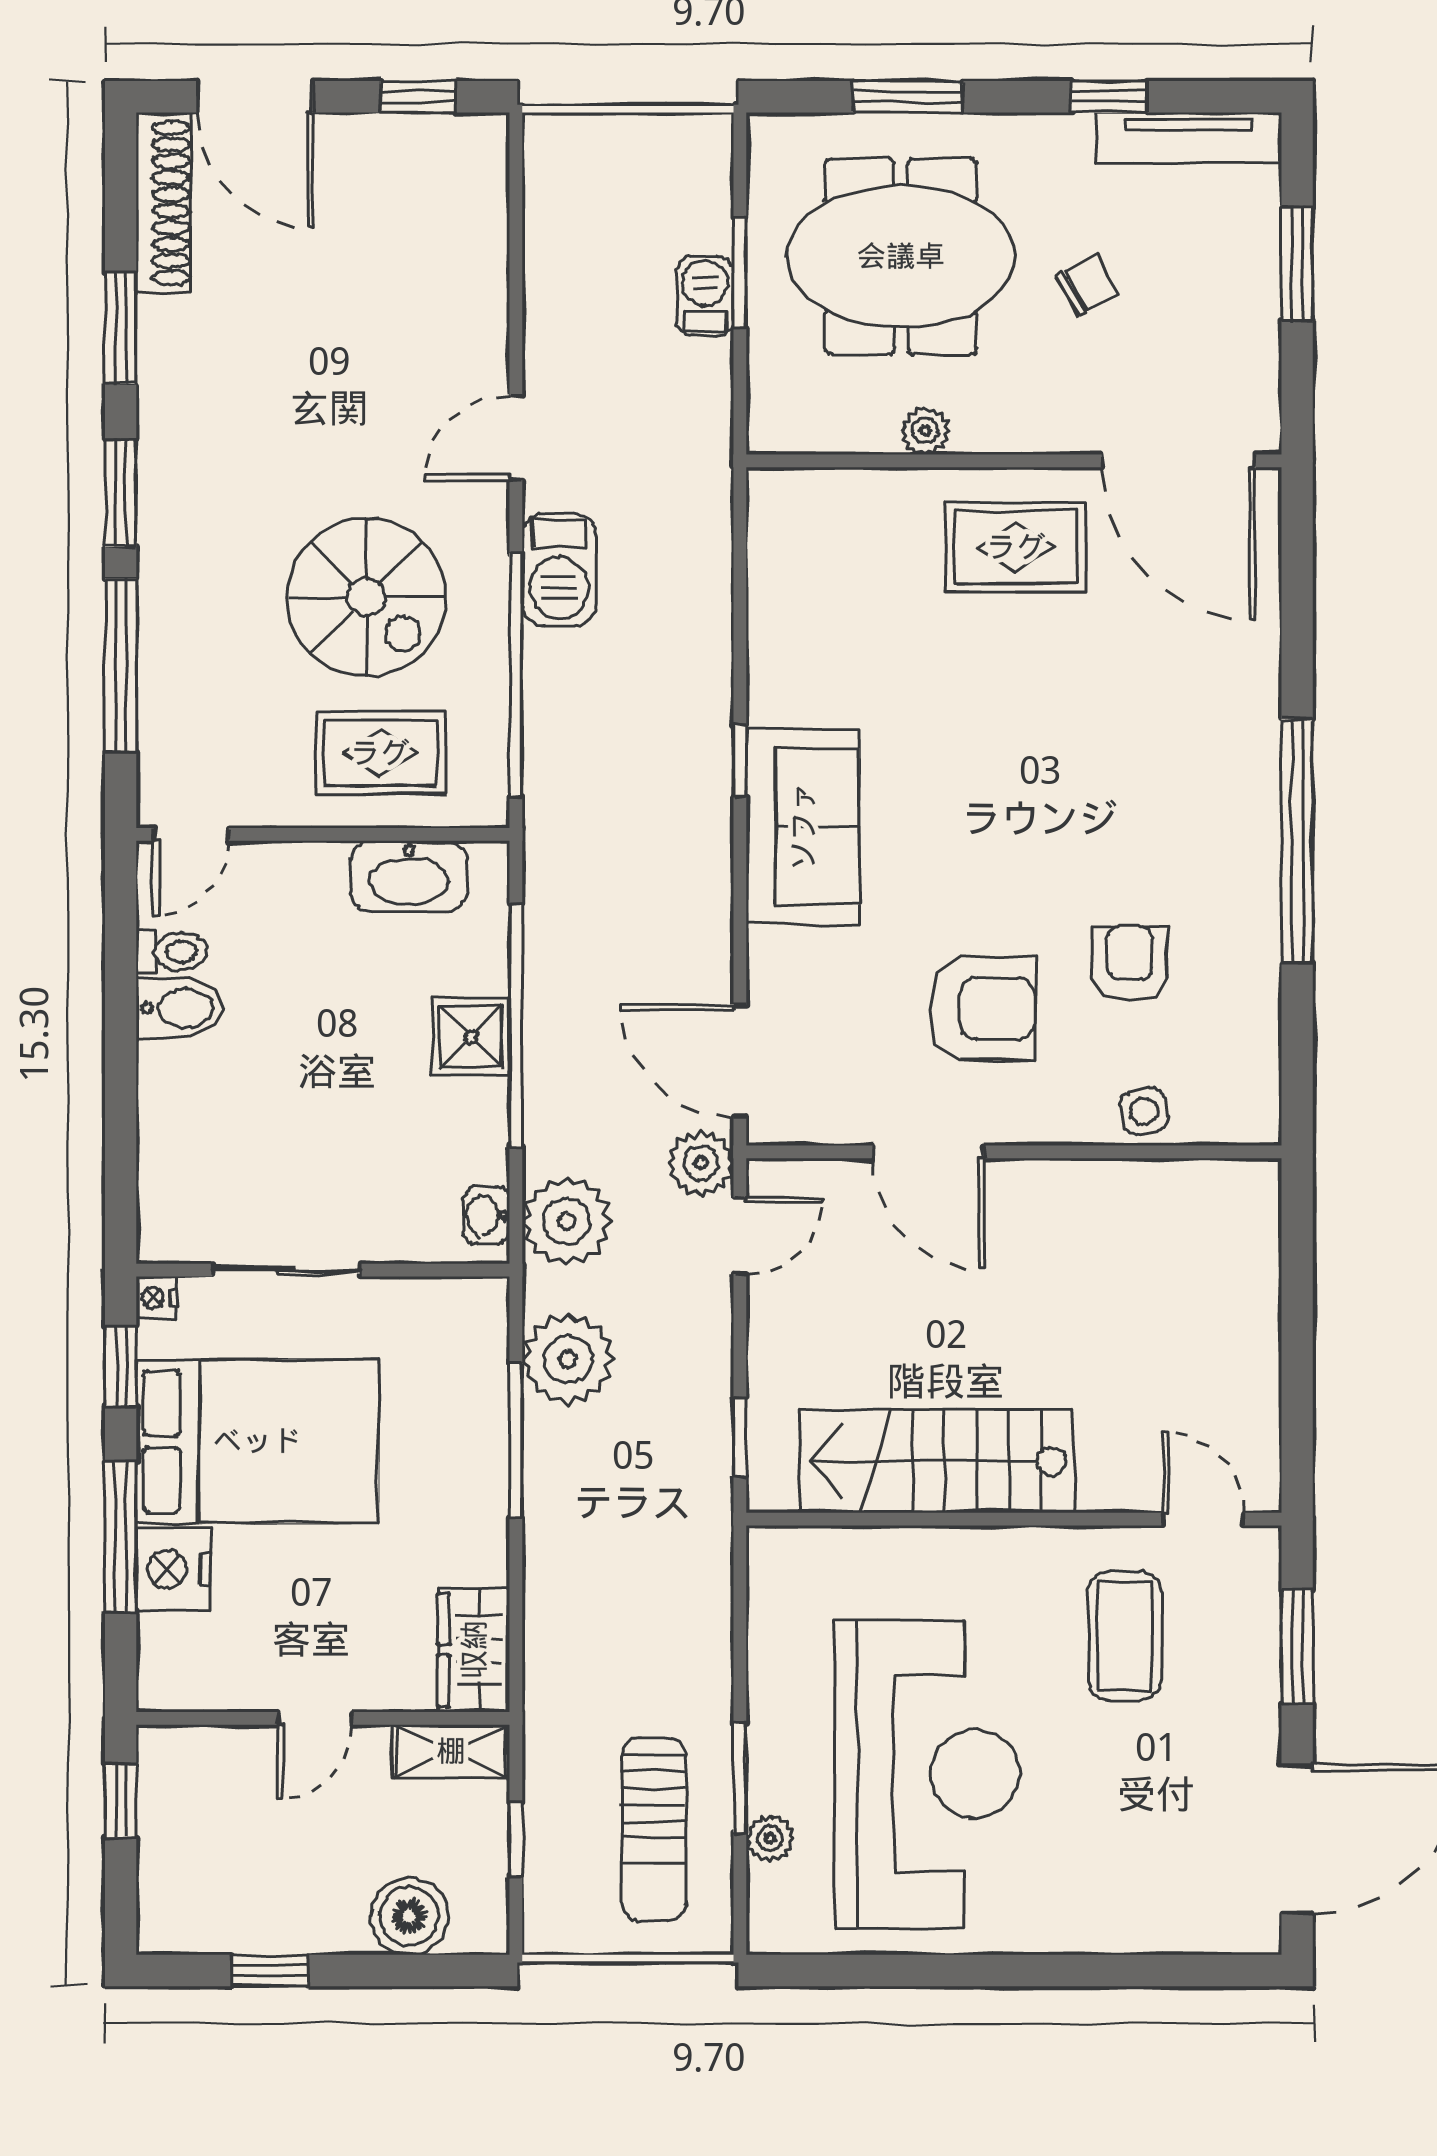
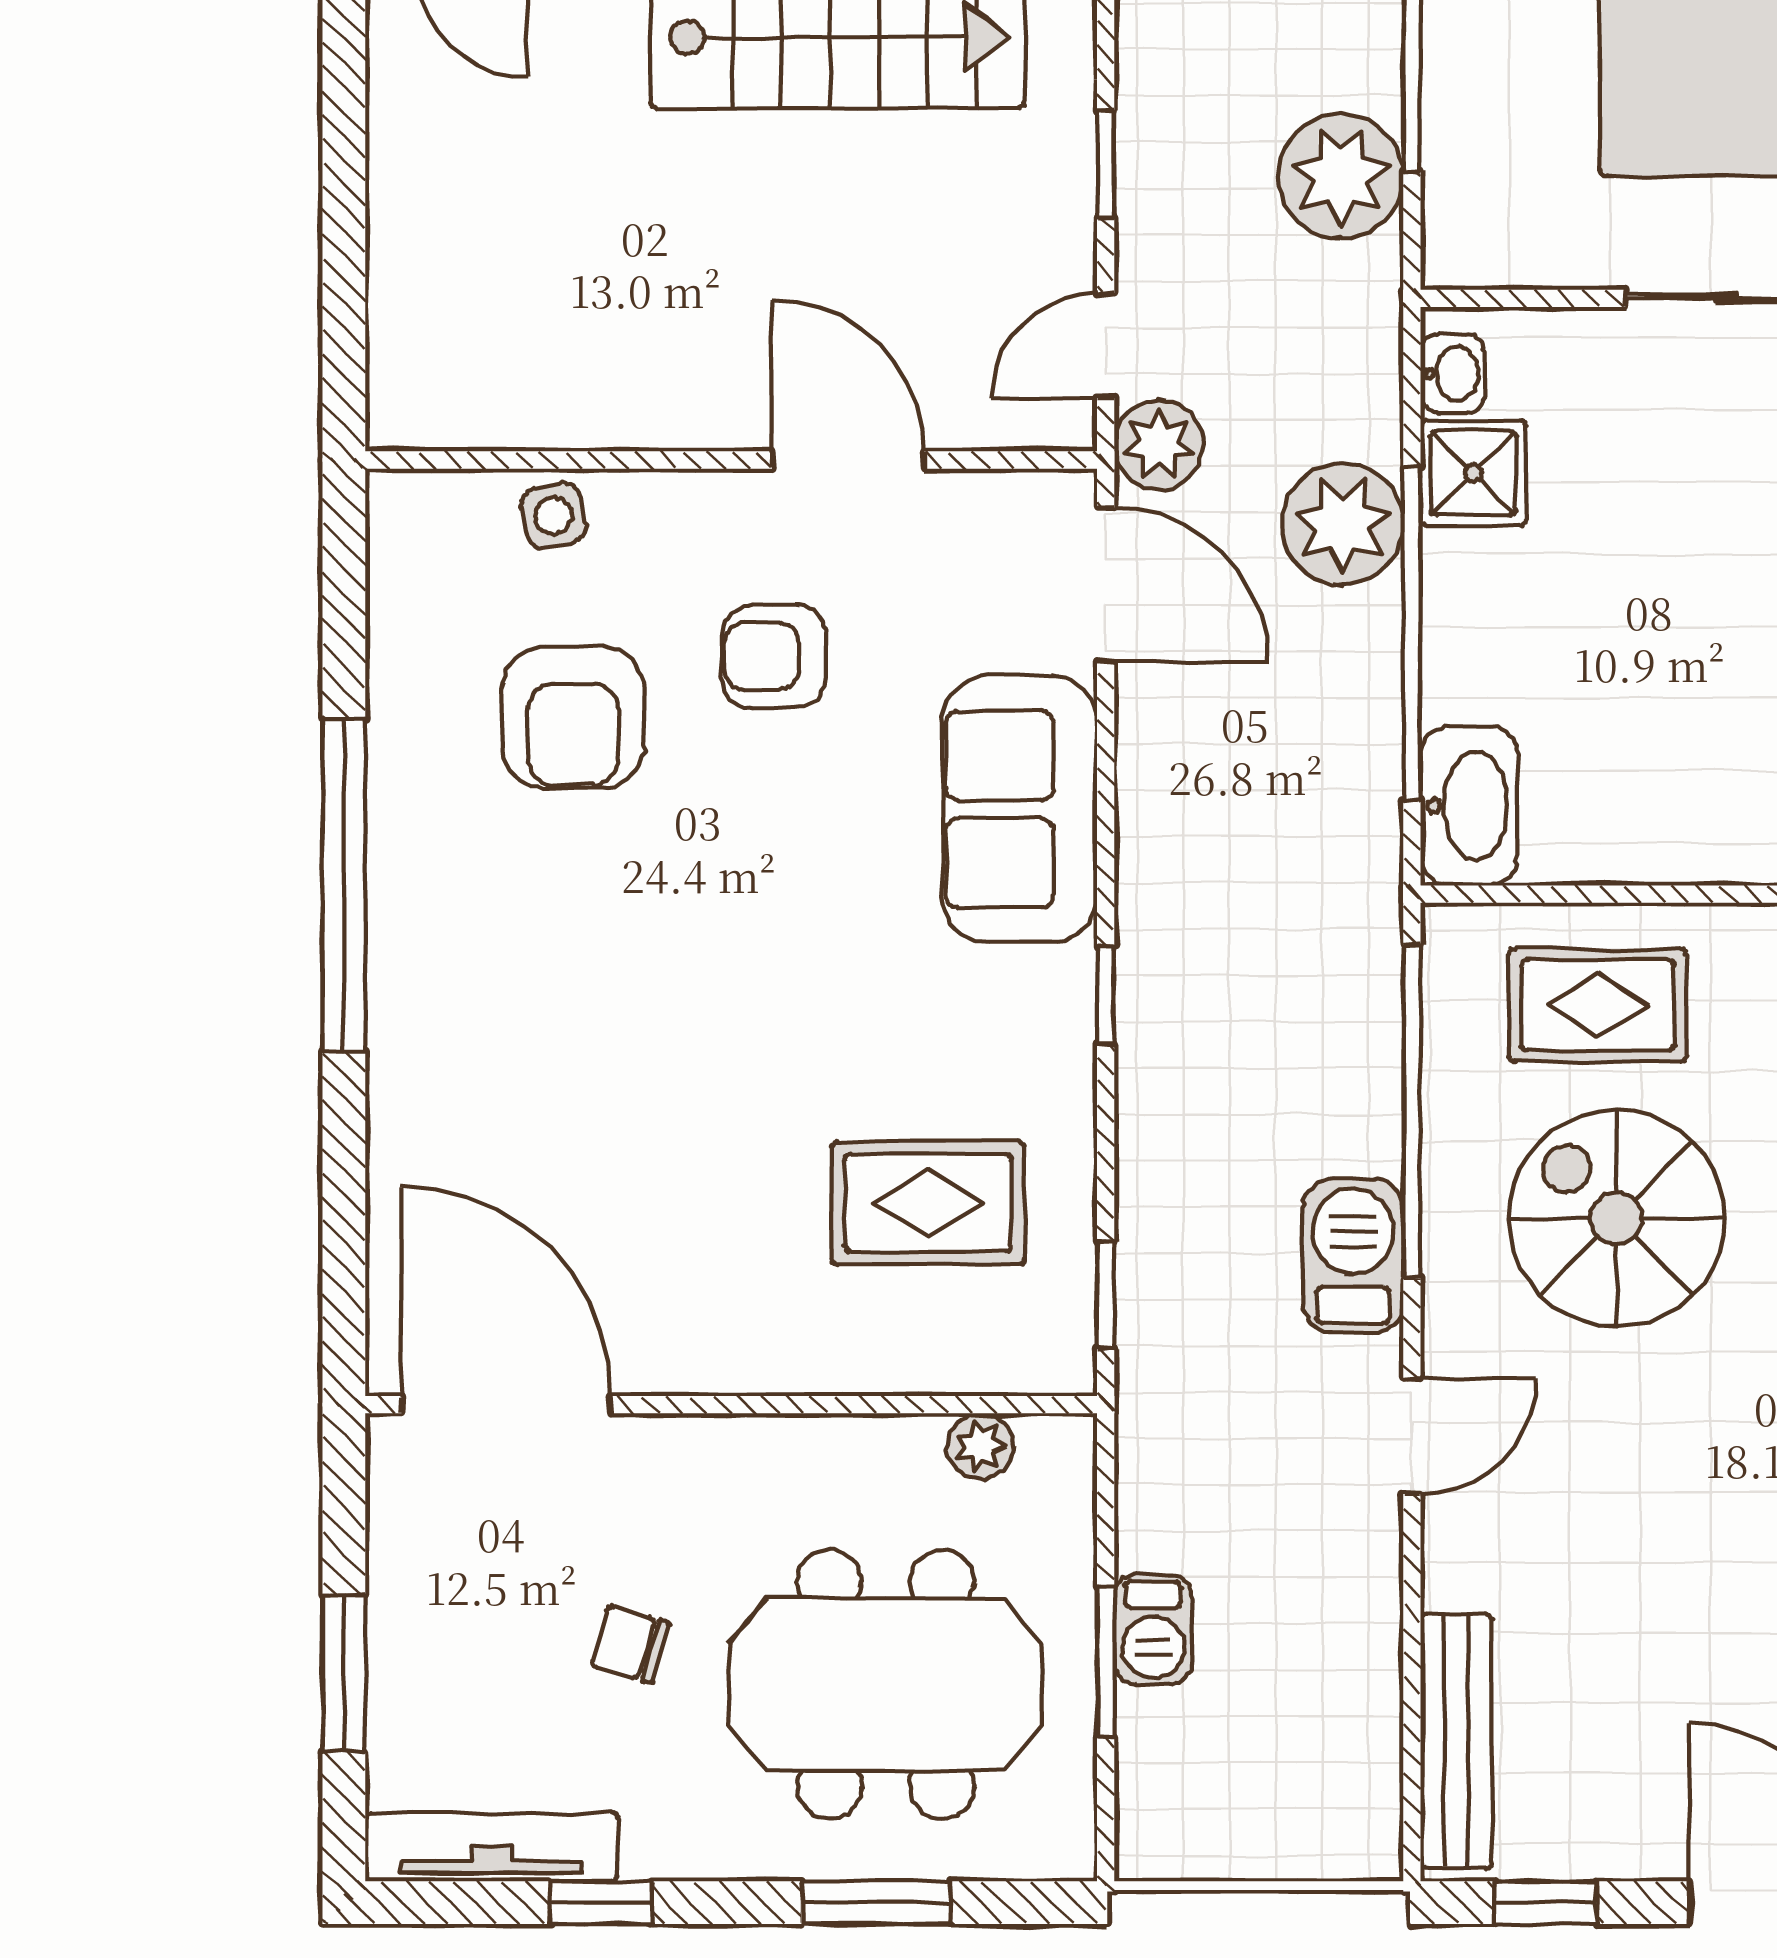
bench: (484, 215) -> (1456, 1741), added
chair: (1088, 286) -> (630, 1644), turned 45
plant: (925, 431) -> (980, 1446), moved
window: (740, 541) -> (1106, 1295), added
rug: (1016, 547) -> (928, 1203), moved
sofa: (803, 826) -> (1020, 809), moved
washbasin: (409, 876) -> (1469, 806), moved, turned 90
armchair: (1129, 964) -> (573, 717), width x1.38, depth x1.38
armchair: (982, 1008) -> (774, 656), width x0.72, depth x0.72
shower: (471, 1037) -> (1473, 473), moved
plant: (567, 1222) -> (1342, 524), moved
window: (740, 1437) -> (1106, 165), moved

